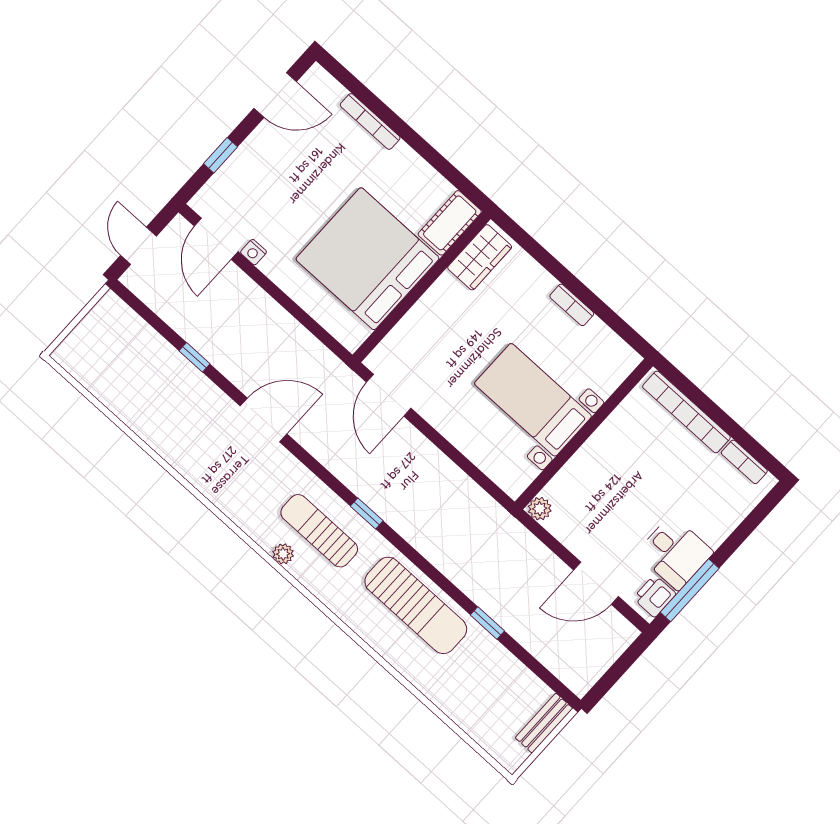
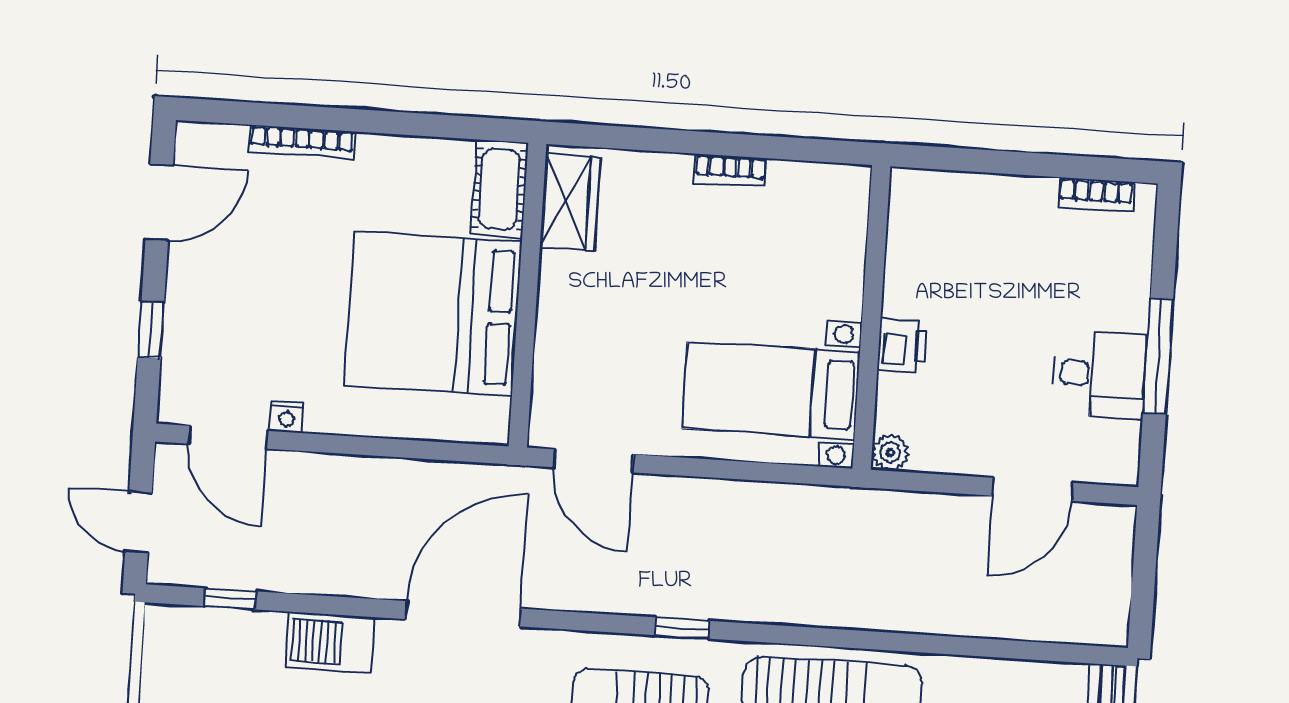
window: (194, 357) -> (230, 599), moved
barbecue: (186, 381) -> (329, 642), added
bed with nightstands: (533, 400) -> (771, 390), moved
bookcase: (686, 412) -> (976, 190), removed
door: (264, 420) -> (463, 614), width x1.36
window: (690, 590) -> (1158, 356), moved
printer: (655, 596) -> (902, 345), moved, turned 180
window: (487, 623) -> (938, 645), removed

